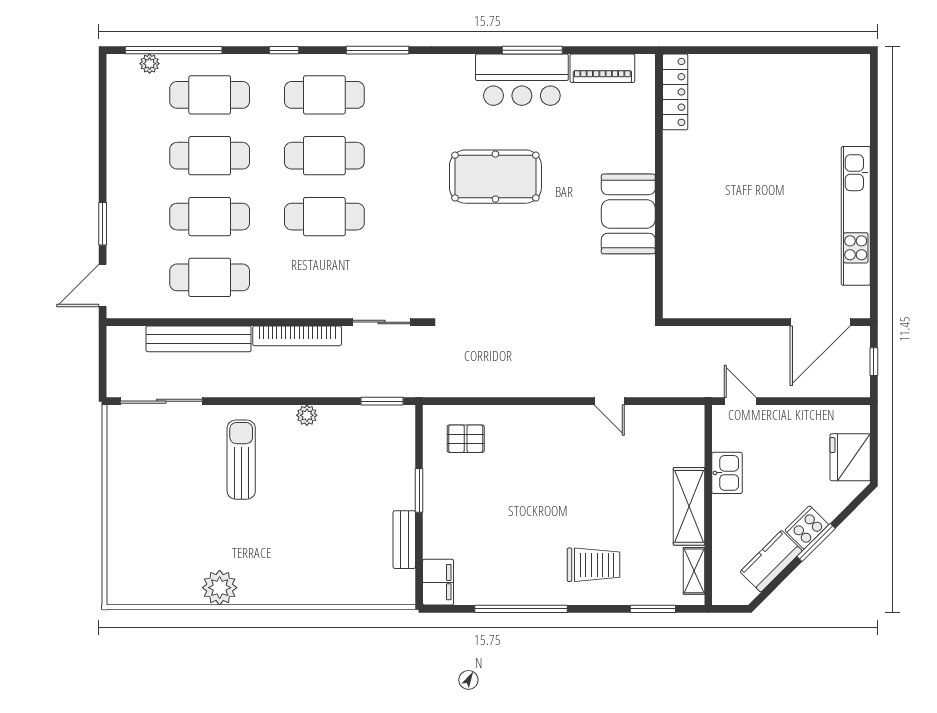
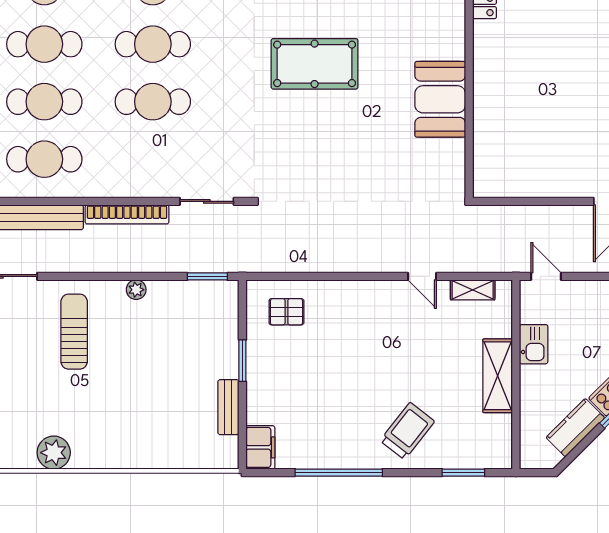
trolley: (593, 565) -> (407, 431), turned -52
shelving: (694, 571) -> (473, 290), moved, turned 90

